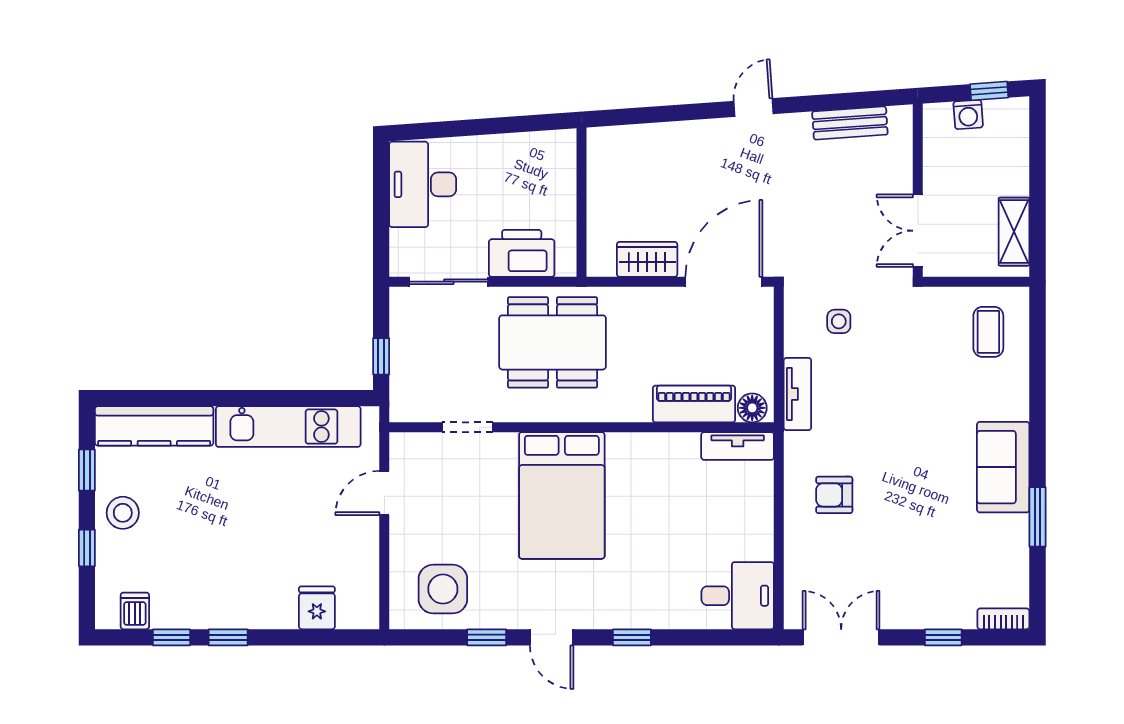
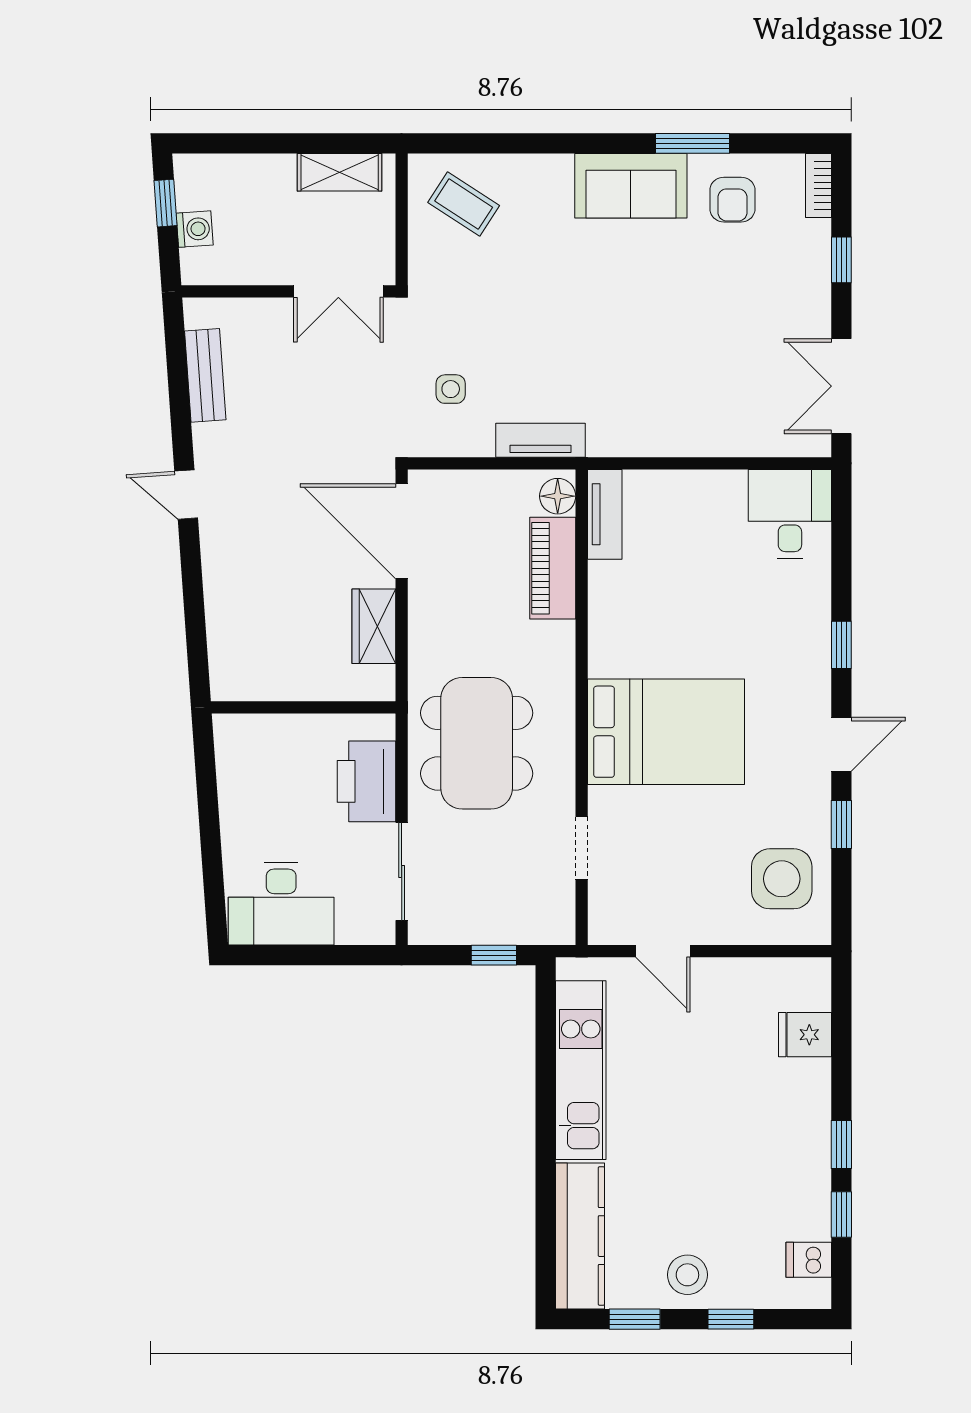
coffee table: (988, 332) -> (464, 204), turned 33
armchair: (834, 495) -> (732, 200), moved

